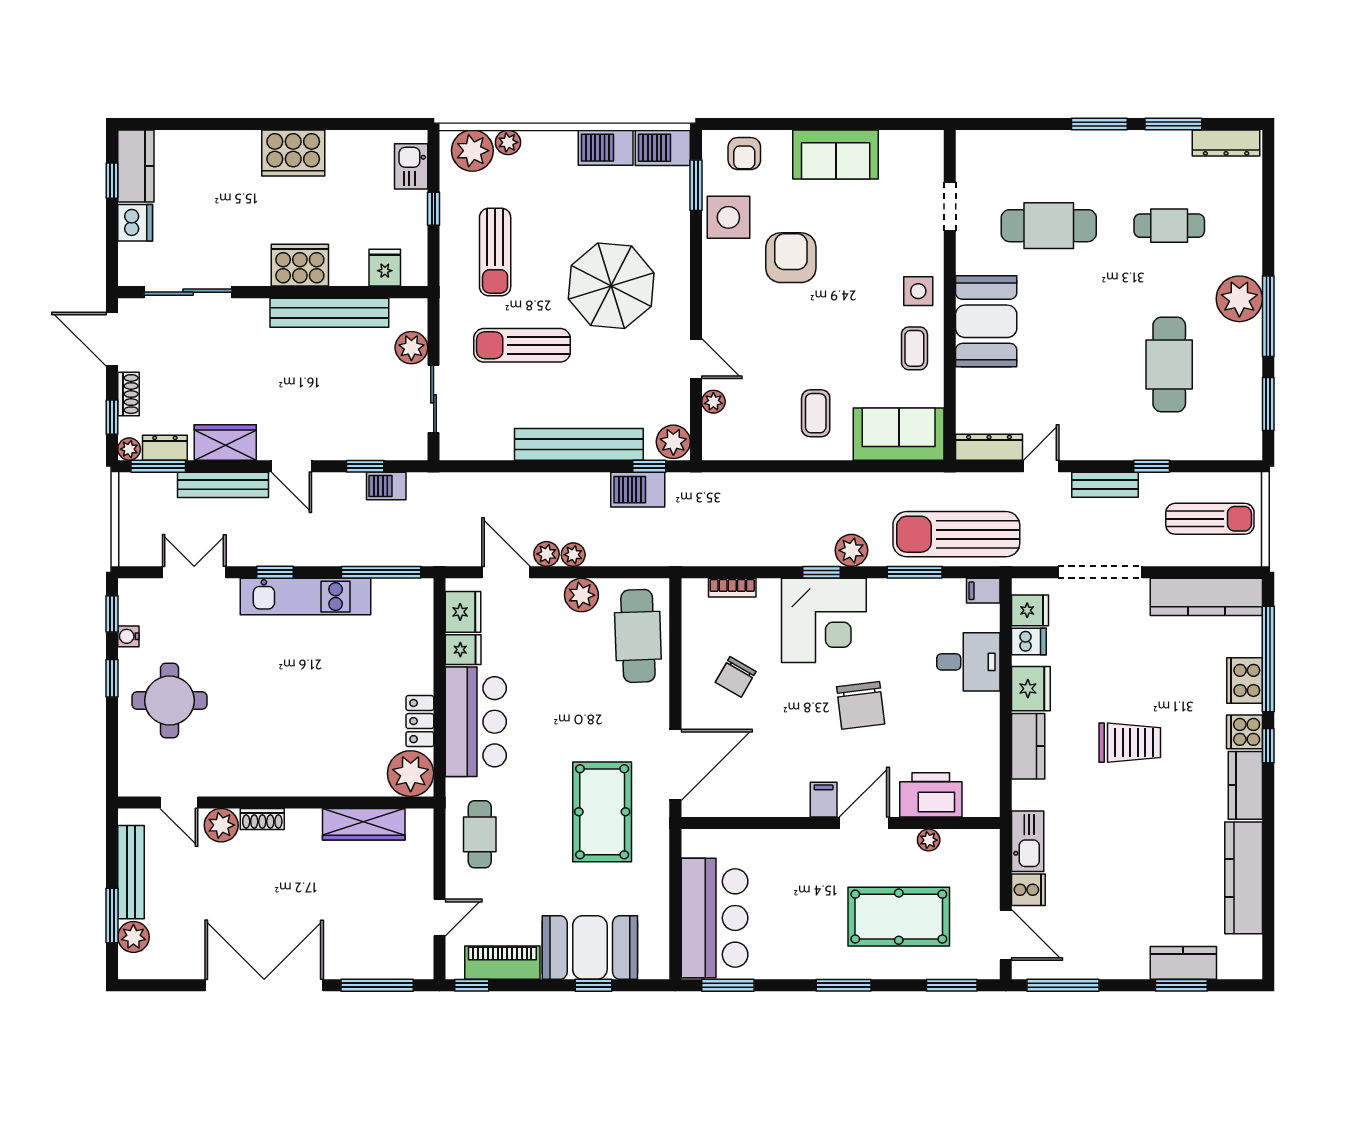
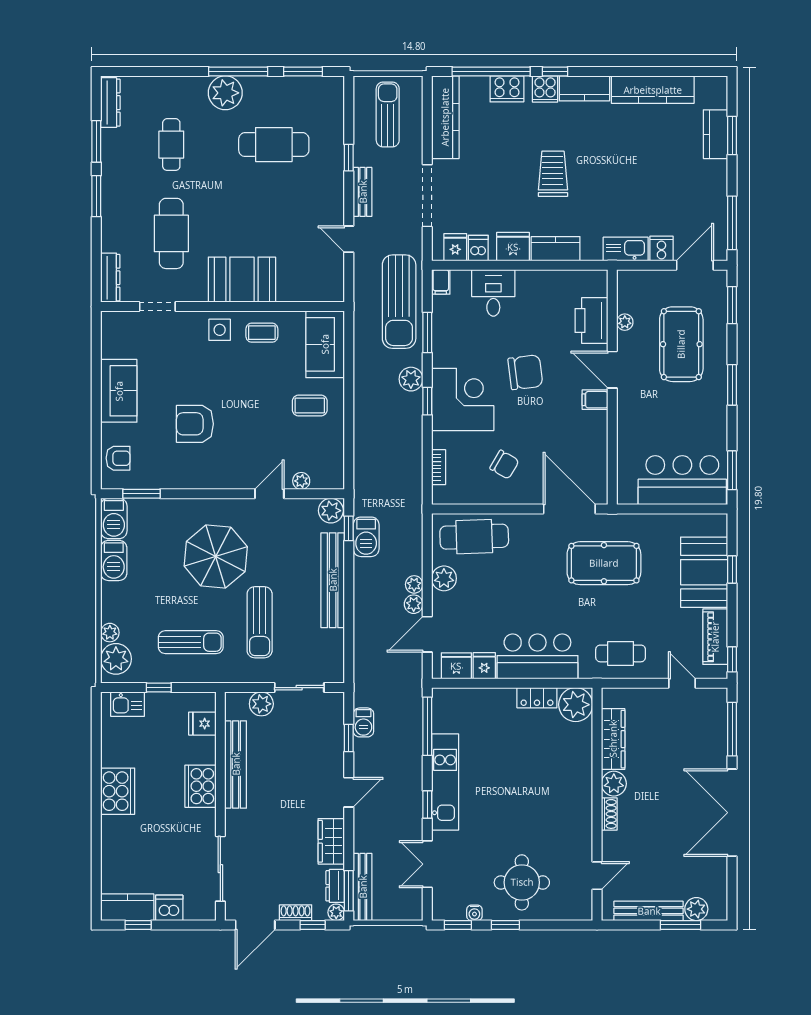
side table: (728, 217) -> (165, 470), removed
dresser: (989, 447) -> (110, 278), moved, turned 180
bench: (223, 485) -> (363, 887), moved
plant: (221, 825) -> (614, 784), moved

